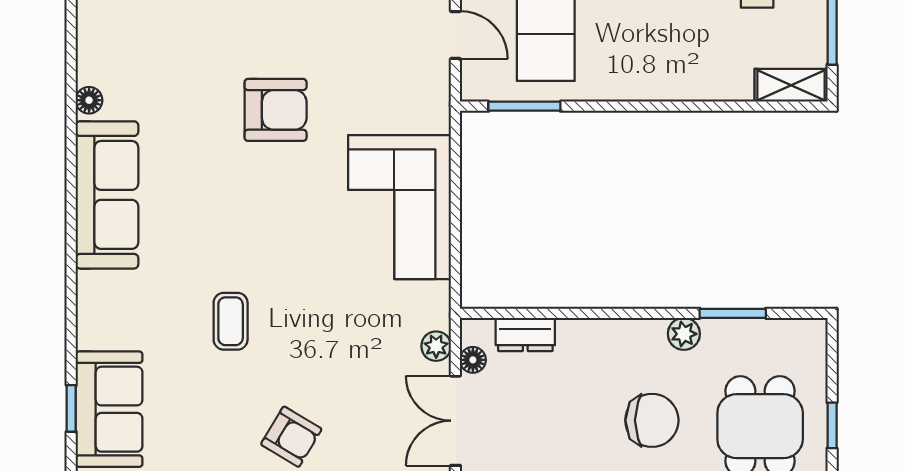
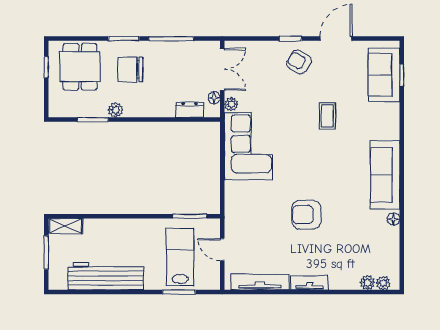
corner sofa: (399, 207) -> (248, 146), moved

